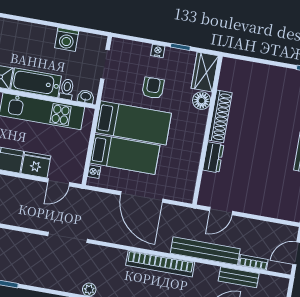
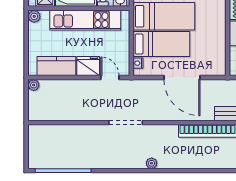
door: (59, 182) -> (110, 77), swing flipped

